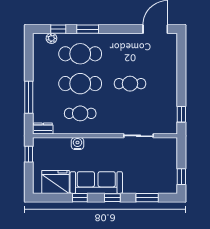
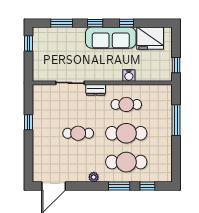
plant: (51, 38) -> (94, 177), moved
window: (181, 114) -> (28, 122), moved
dresser: (43, 129) -> (96, 90), moved

